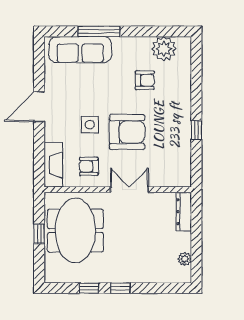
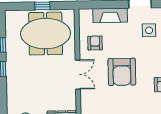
side table: (90, 125) -> (149, 30), moved
fireplace: (53, 165) -> (110, 15), moved

